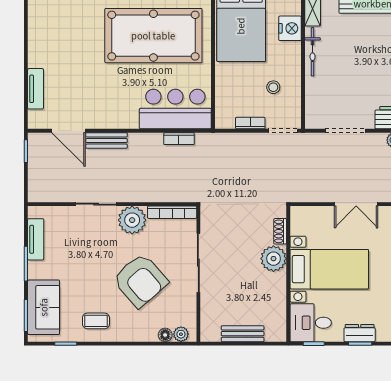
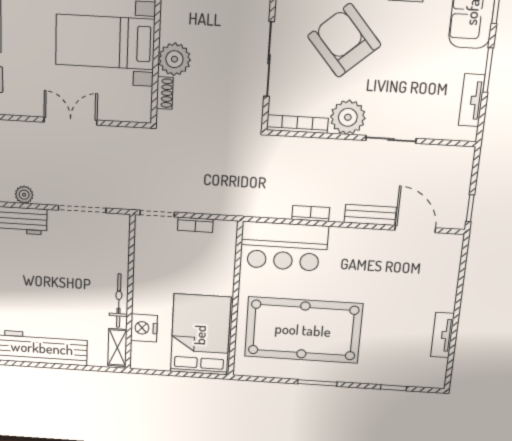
stool: (273, 87) -> (166, 264), removed
tv unit: (35, 89) -> (442, 335), moved
bookcase: (179, 139) -> (311, 213), moved

